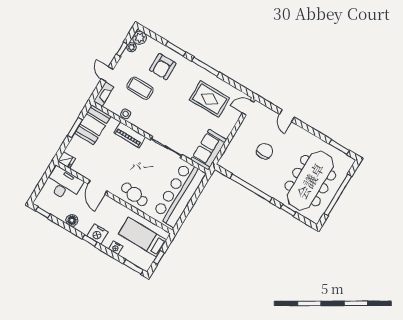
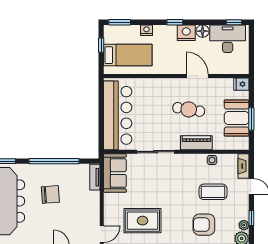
armchair: (163, 67) -> (204, 225), turned -90
booth: (93, 125) -> (237, 118), moved
chair: (265, 151) -> (50, 195), moved, turned -94
tv unit: (227, 156) -> (95, 177), added
desk: (64, 184) -> (228, 39), moved, turned 180
cafe table: (134, 194) -> (189, 109), moved
nightstand: (98, 234) -> (186, 33), moved

